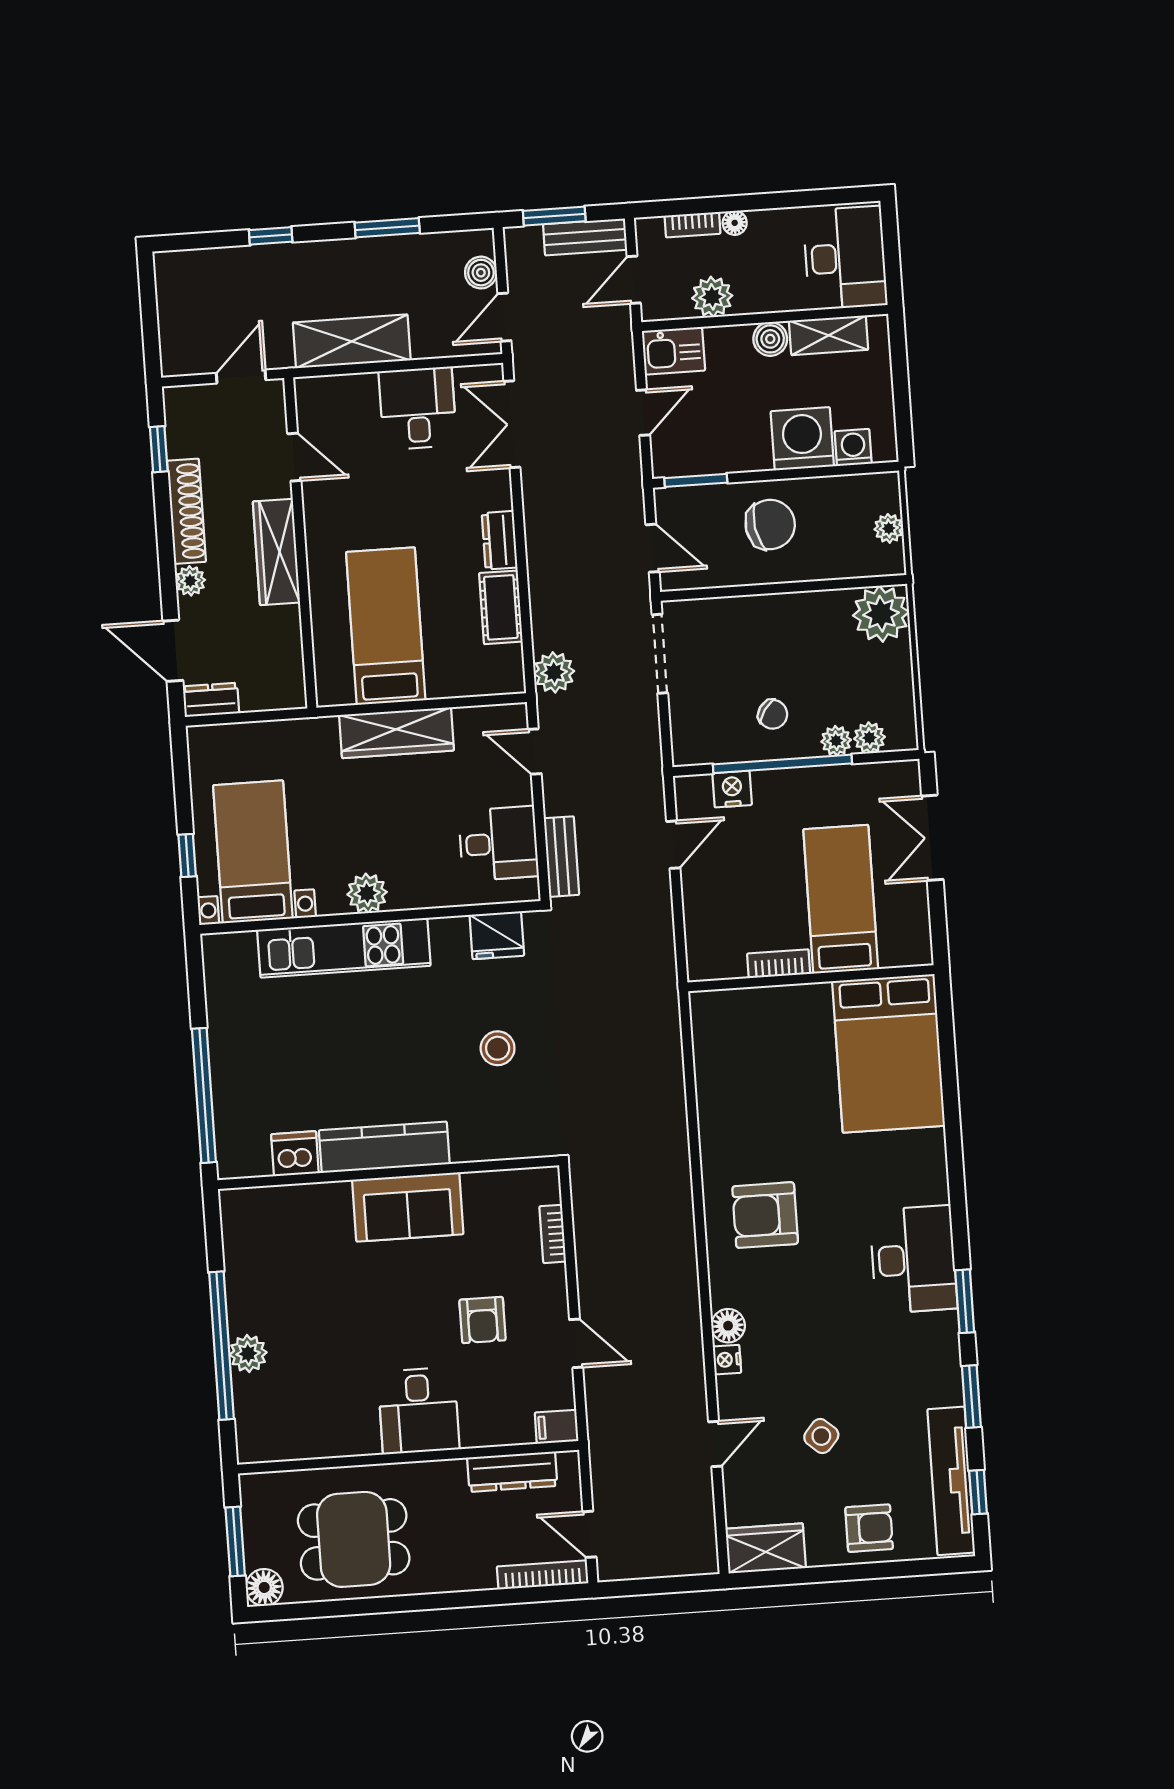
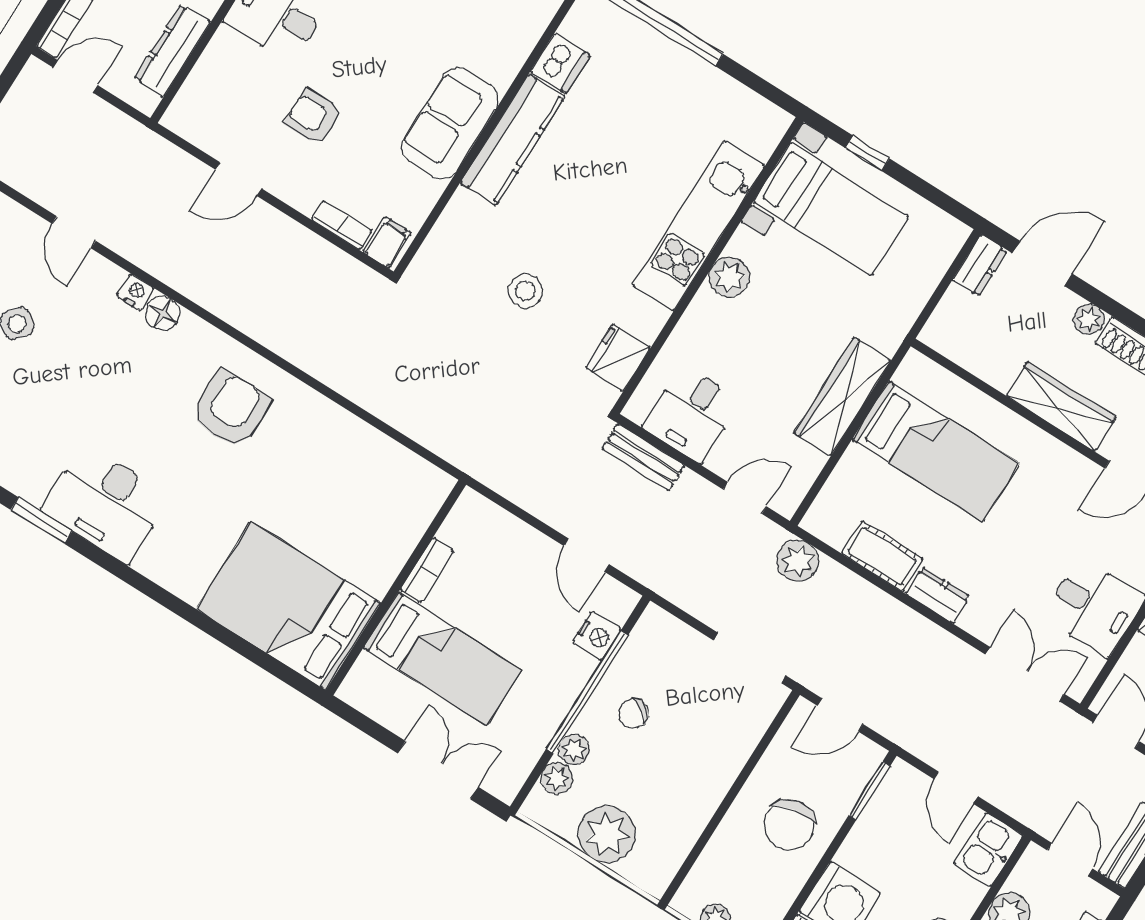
plant: (881, 614) -> (607, 834), moved
filing cabinet: (557, 1427) -> (387, 242), moved

